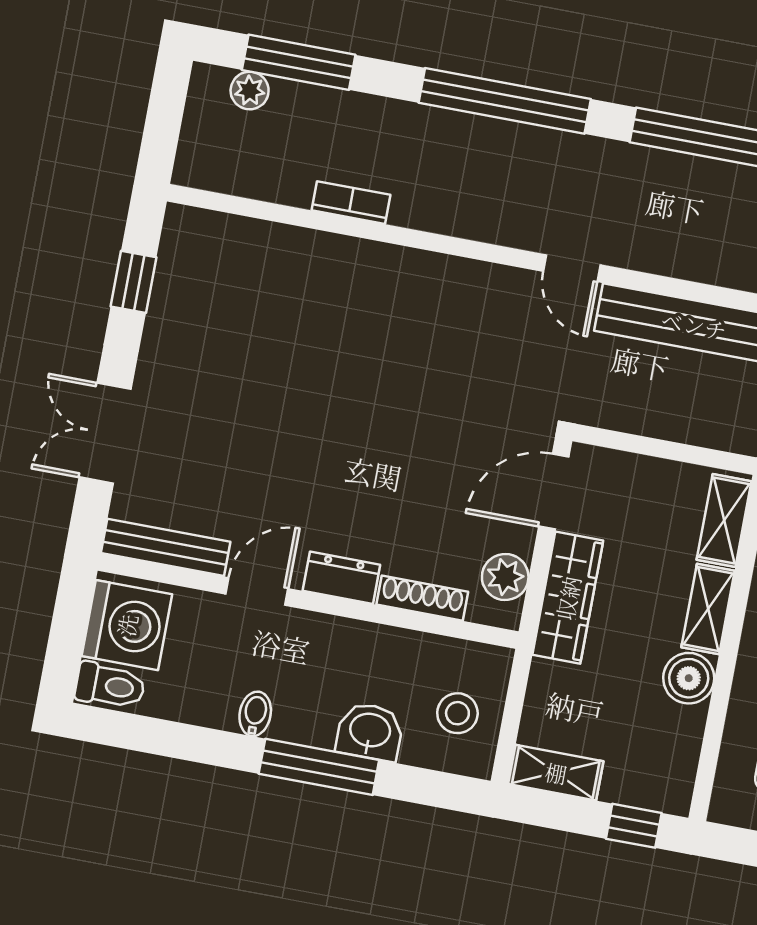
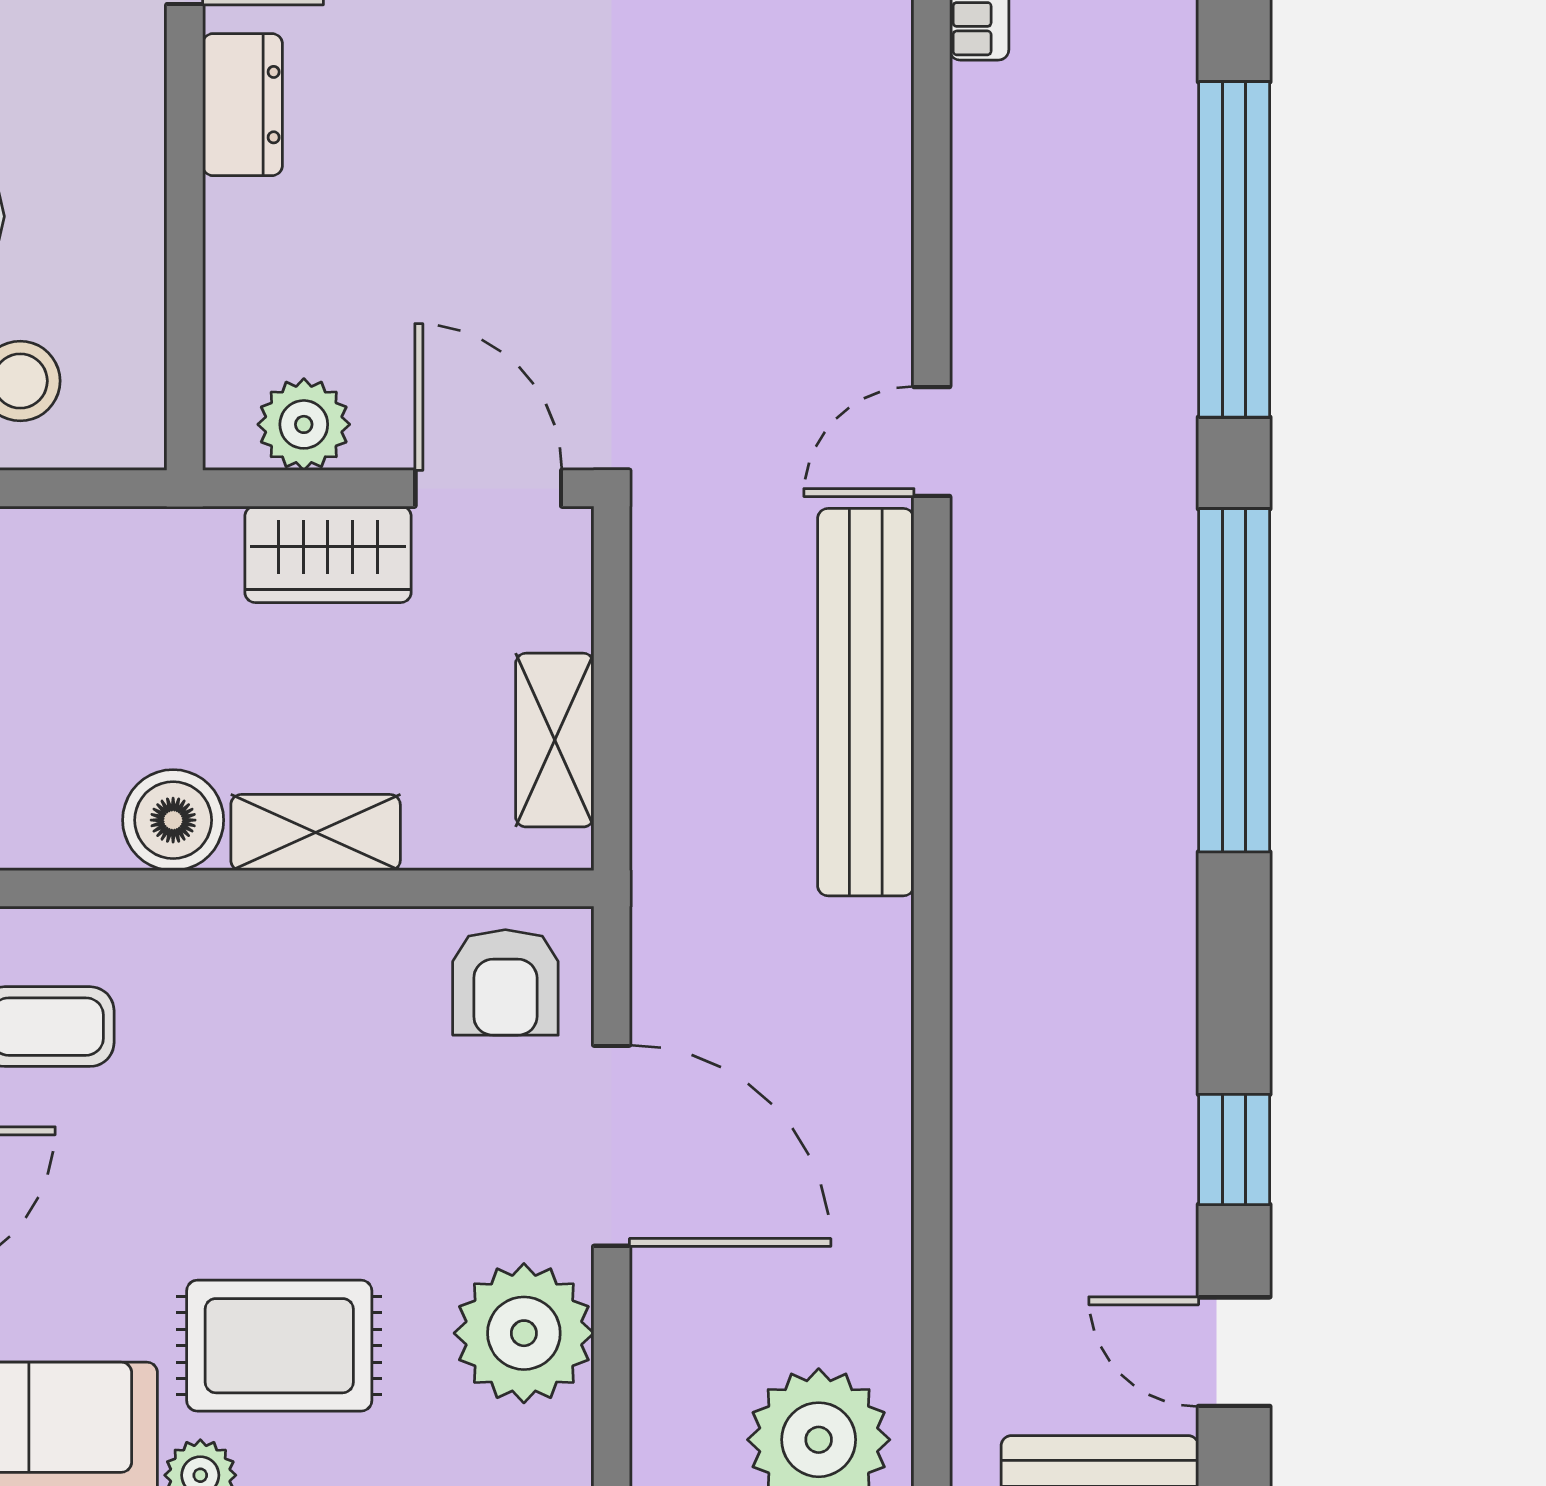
shelving: (724, 520) -> (555, 740), moved, turned 90
shoe rack: (422, 598) -> (232, 270), removed
wardrobe: (568, 598) -> (328, 554), width x0.67

